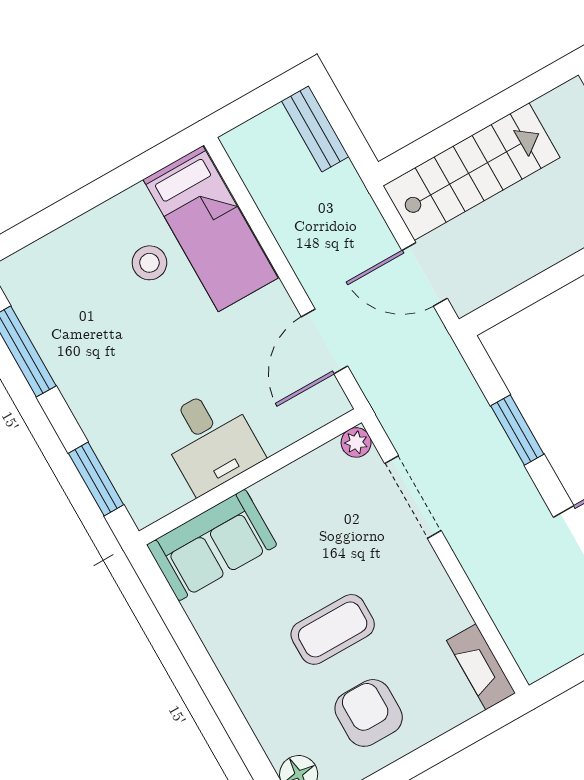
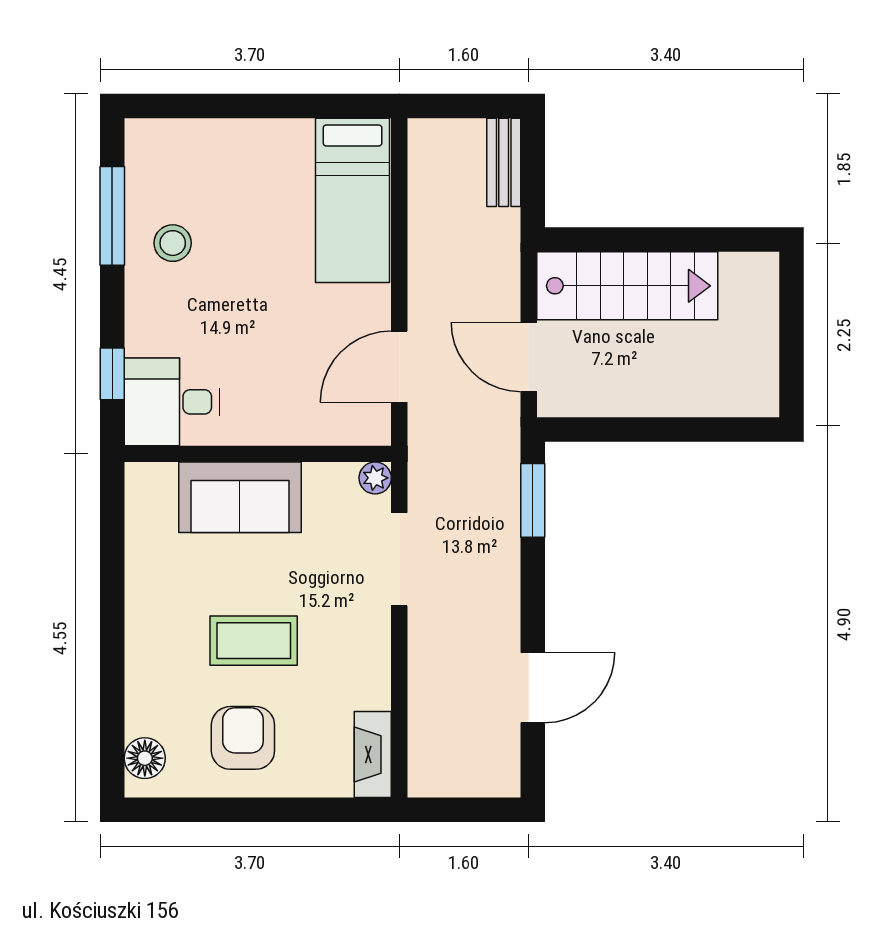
stool: (149, 263) -> (173, 243), moved
window: (517, 430) -> (533, 500), moved
desk: (210, 440) -> (172, 402), moved, turned 90
window: (96, 479) -> (112, 374), width x0.67
sofa: (212, 545) -> (240, 497), moved

